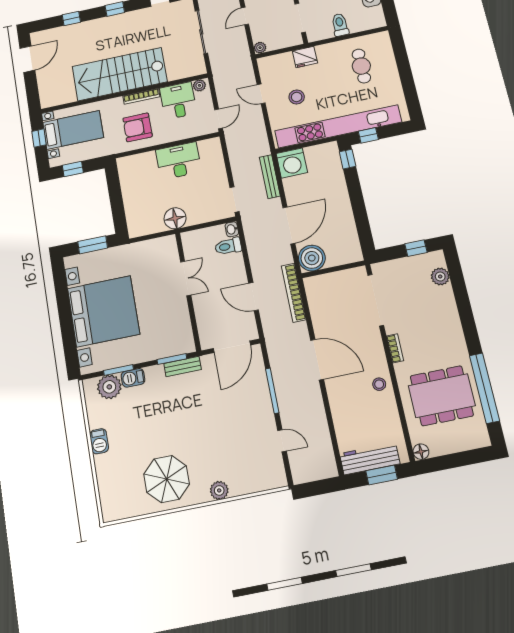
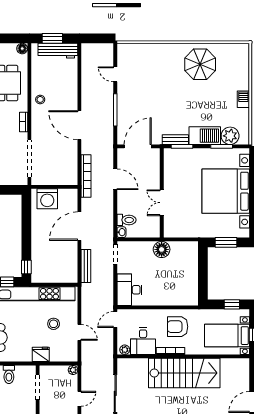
armchair: (138, 127) -> (178, 327), turned 180
desk: (178, 161) -> (129, 290), moved, turned 90
washing machine: (292, 163) -> (47, 199), moved, turned 180
boiler: (312, 258) -> (68, 198), removed
barbecue: (133, 378) -> (205, 136), width x1.88, depth x1.53
plant: (219, 490) -> (165, 50), removed

